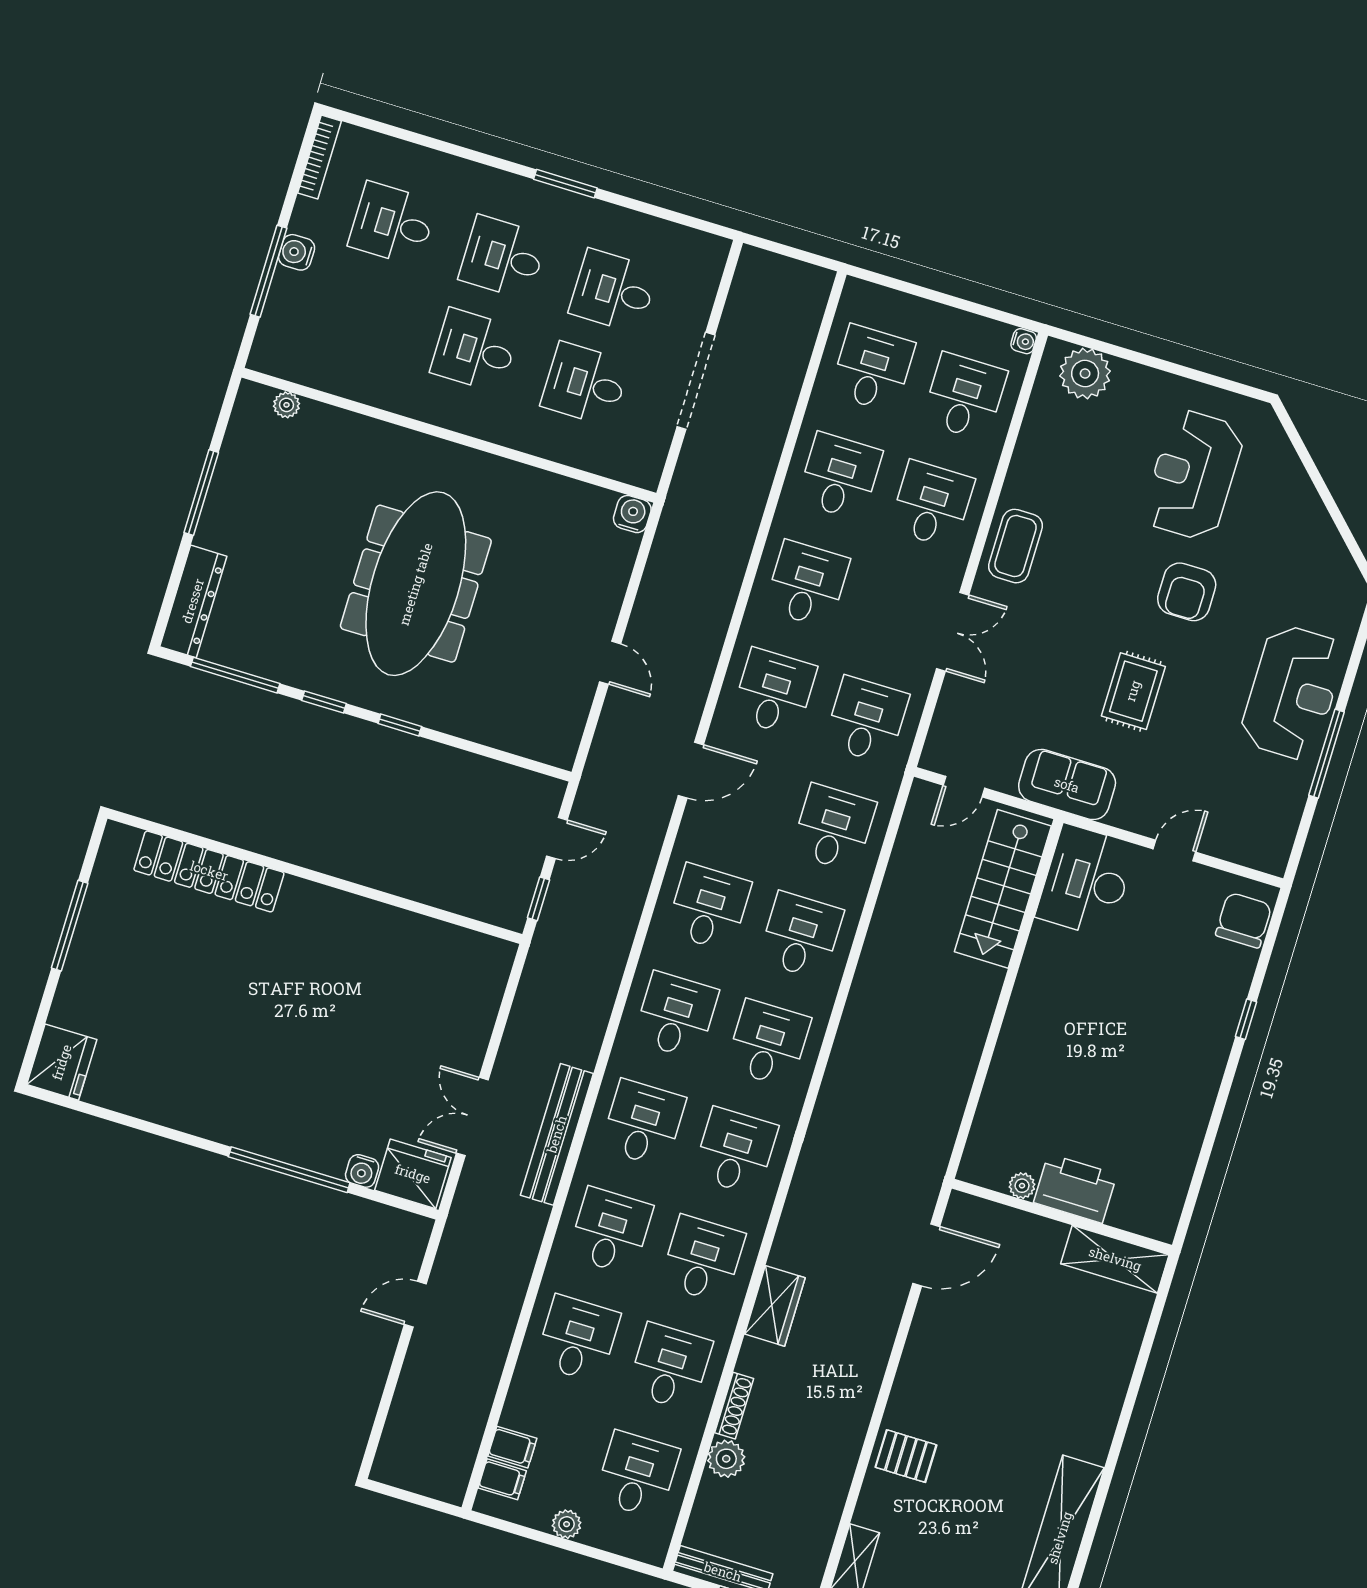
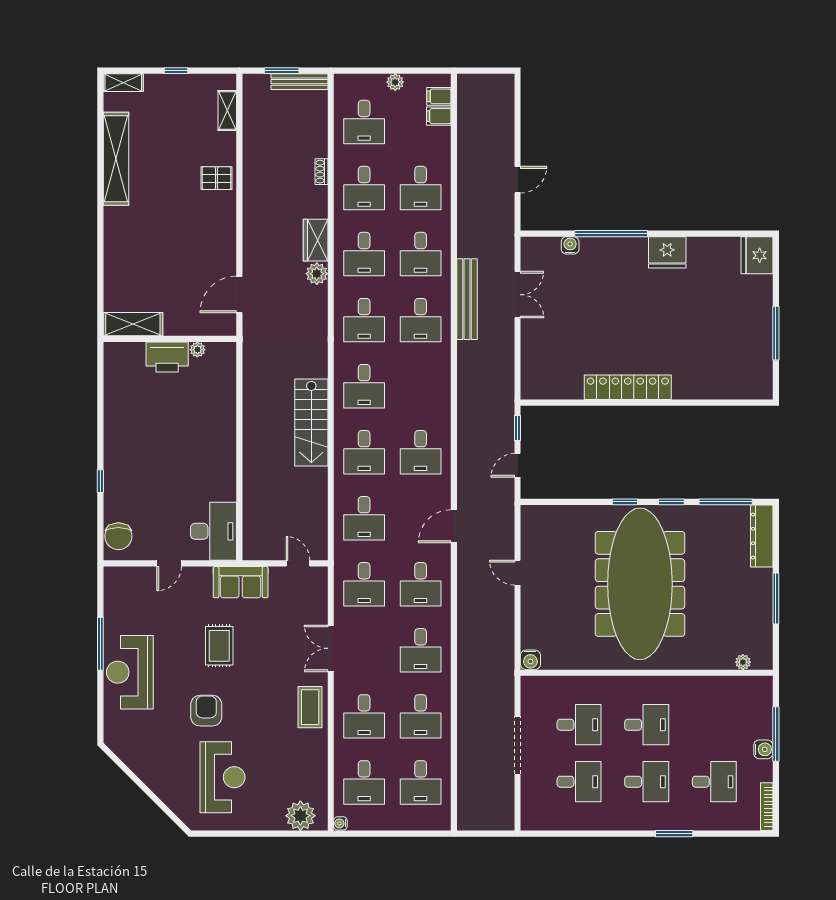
window: (565, 184) -> (674, 834), moved
meeting table: (416, 584) -> (640, 584), width x1.36, depth x1.27
door: (964, 787) -> (298, 563), hinge flipped
locker: (209, 871) -> (628, 387), moved
stairs: (1003, 889) -> (311, 423), moved, turned 180
desk: (676, 1015) -> (421, 386), removed
fridge: (413, 1174) -> (667, 252), moved
shoe rack: (734, 1406) -> (321, 172), width x0.70
plant: (726, 1459) -> (317, 274), moved

